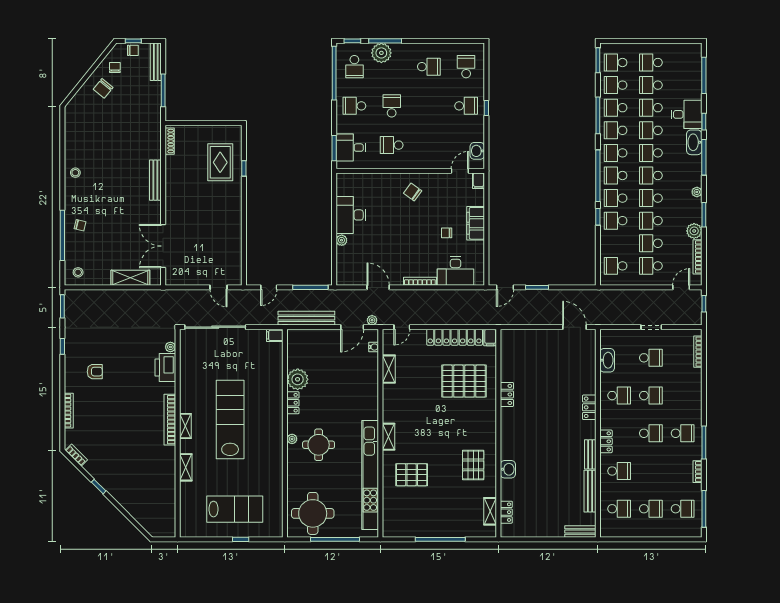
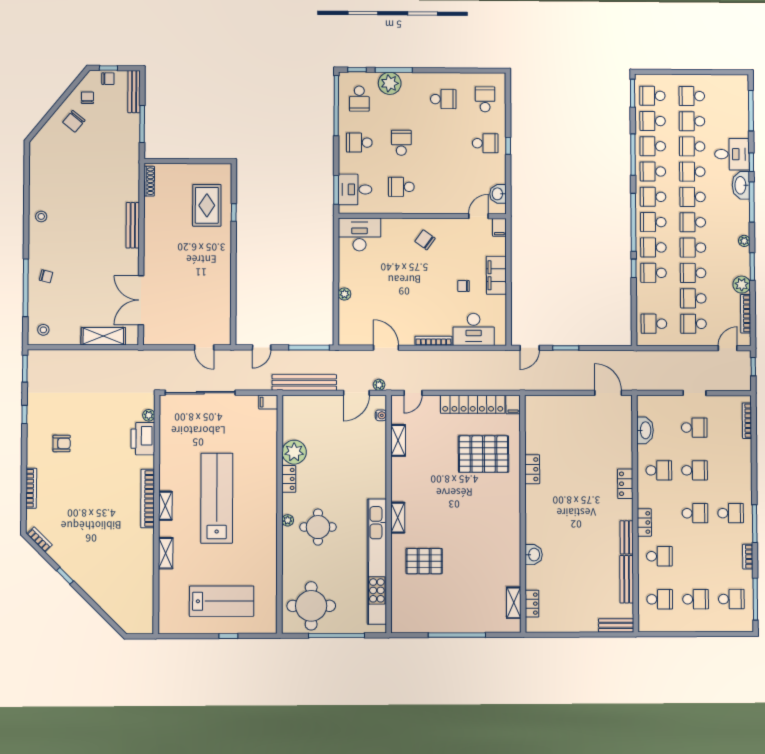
desk: (351, 215) -> (360, 234), moved, turned 90
pallet: (473, 465) -> (494, 550), removed

